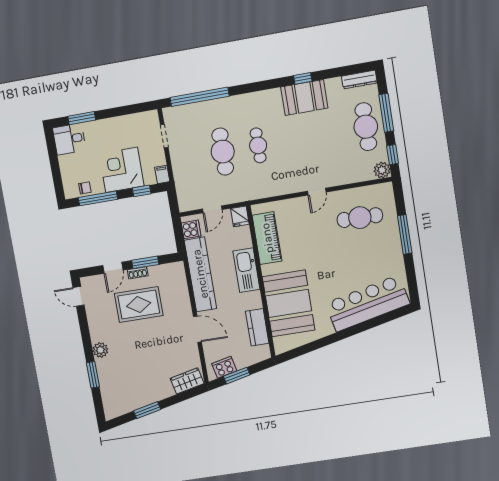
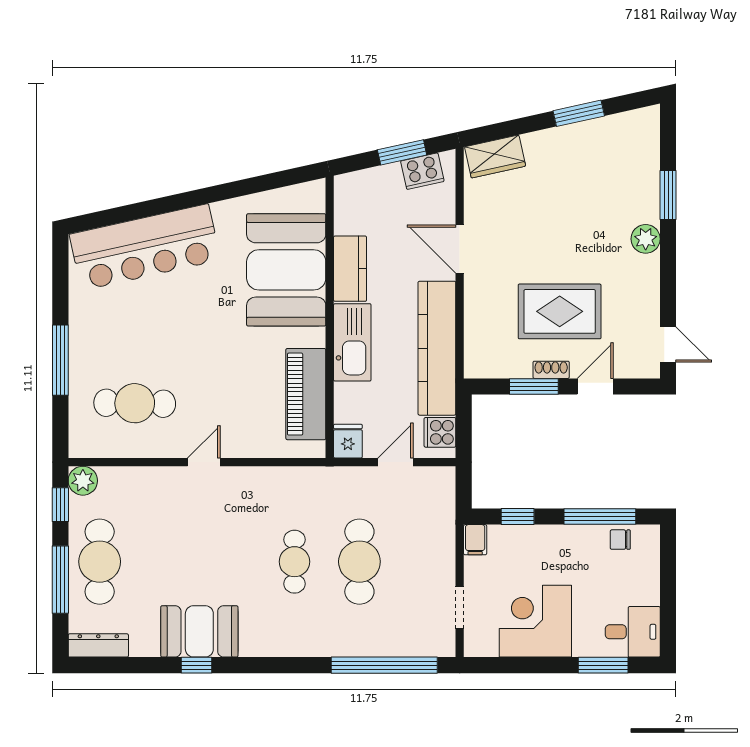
corner desk: (121, 170) -> (535, 621), moved, turned 180
kitchen counter: (257, 327) -> (350, 269), moved

